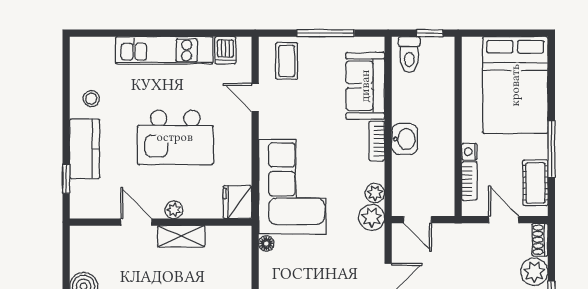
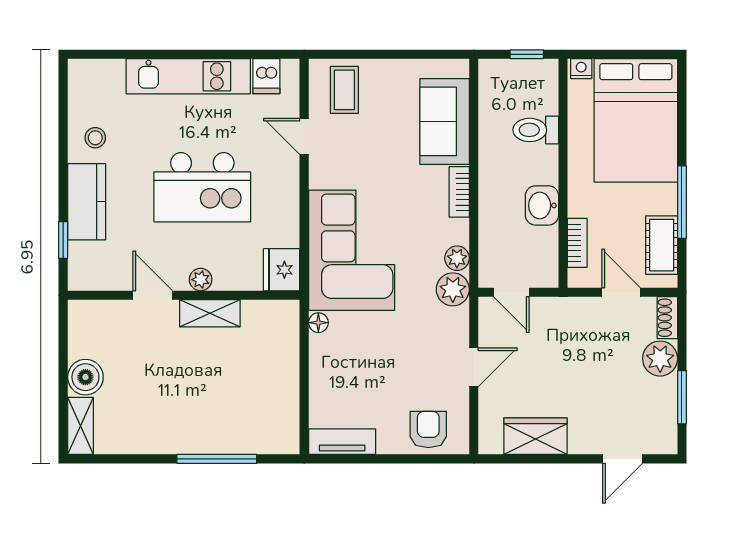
window: (326, 33) -> (394, 54), removed
toilet: (409, 55) -> (536, 130), moved, turned 90
washbasin: (405, 139) -> (542, 205), moved, turned 180
nightstand: (469, 152) -> (581, 69), moved, turned 90

